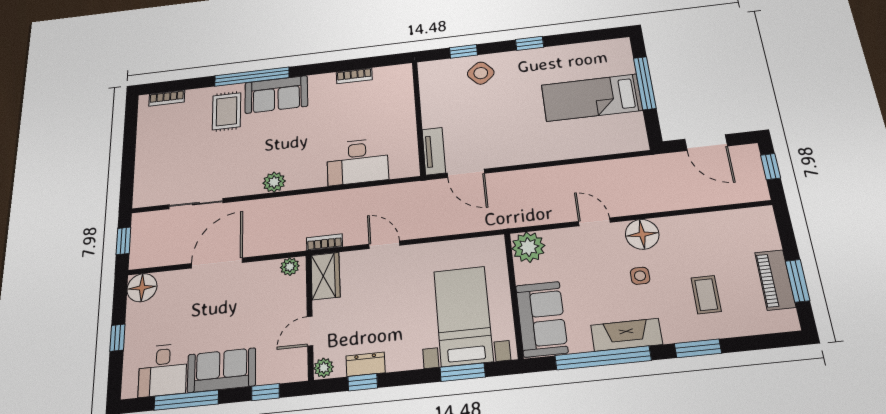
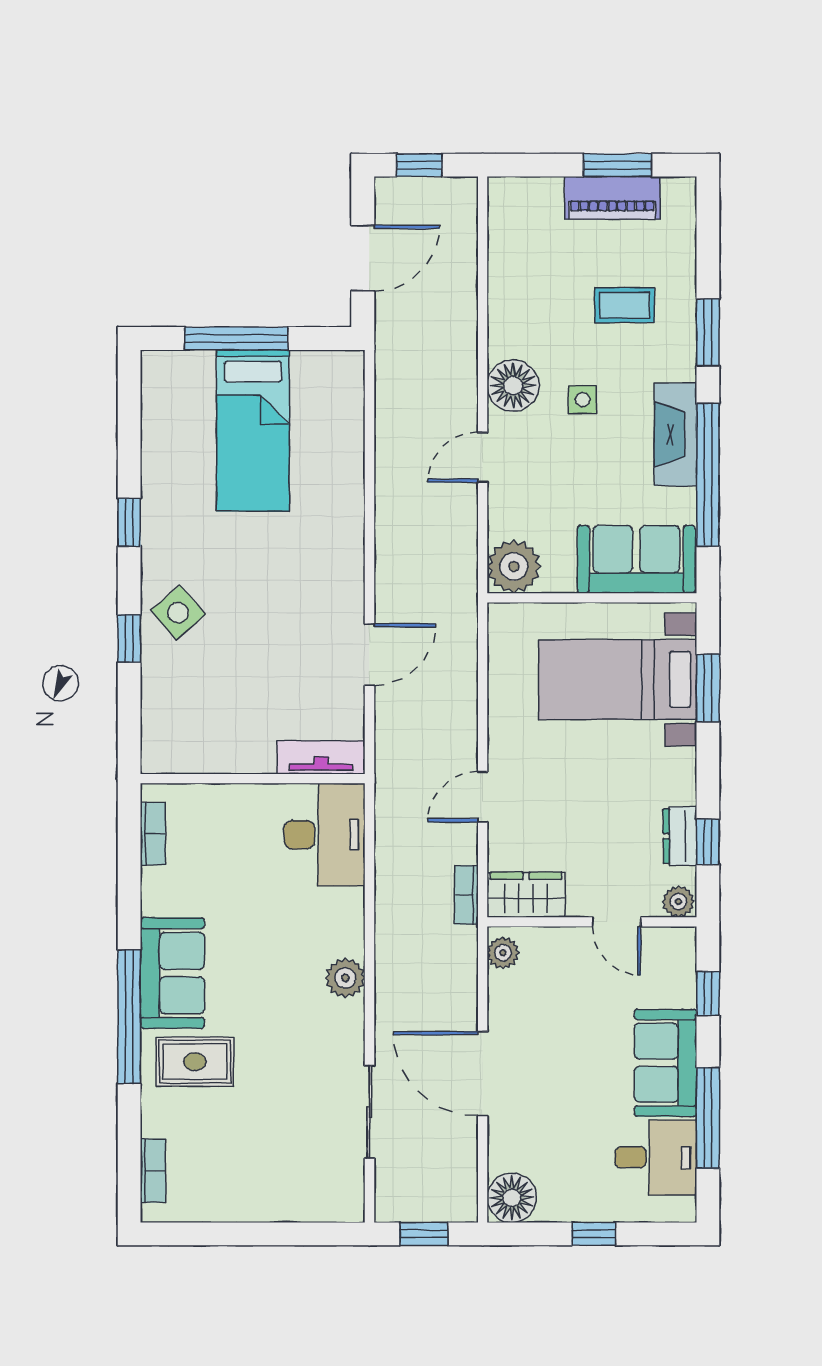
wall: (419, 118) -> (253, 779), moved
tv unit: (434, 151) -> (321, 757), moved

